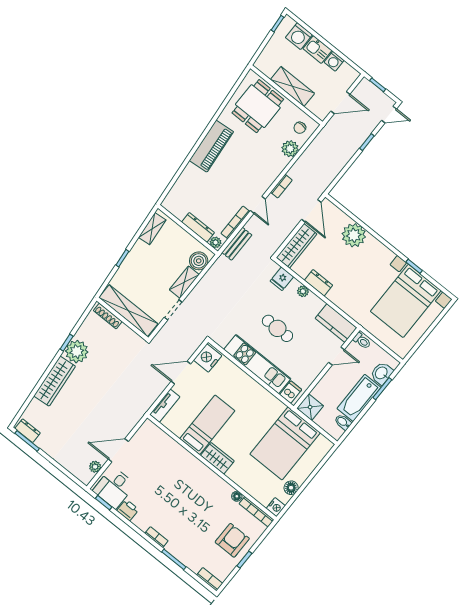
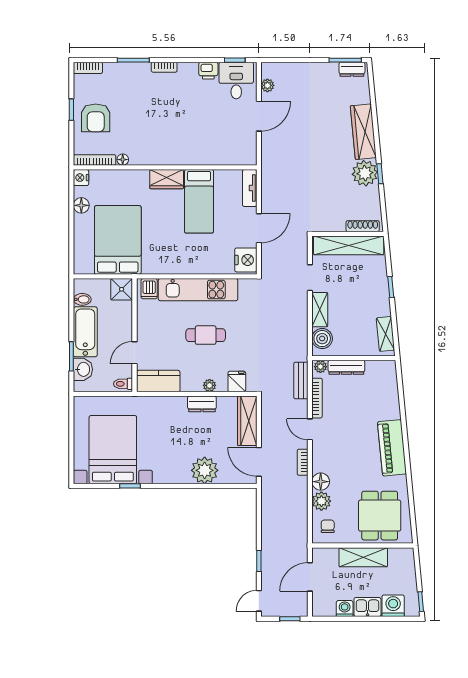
floor lamp: (280, 163) -> (321, 482), added

